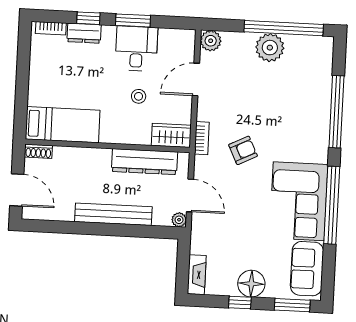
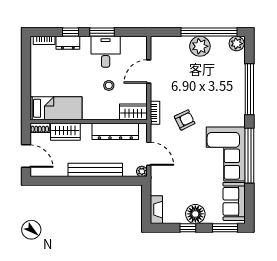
plant: (211, 41) -> (237, 44), moved
wardrobe: (74, 158) -> (65, 132), added

